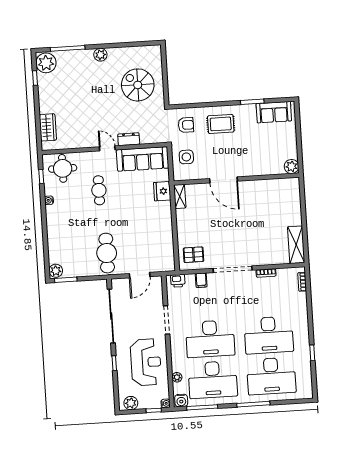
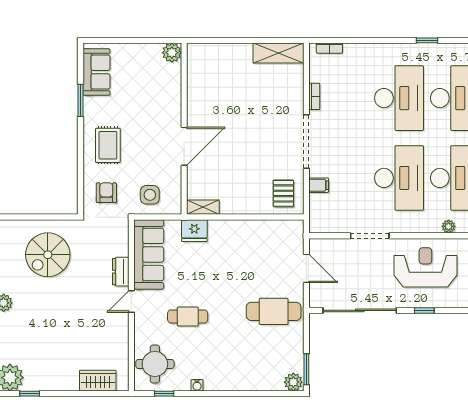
printer: (178, 281) -> (317, 217), removed

